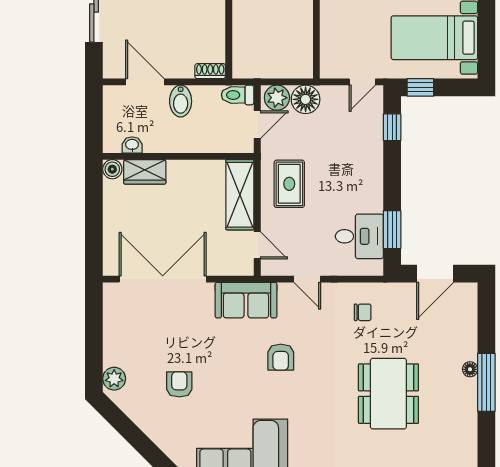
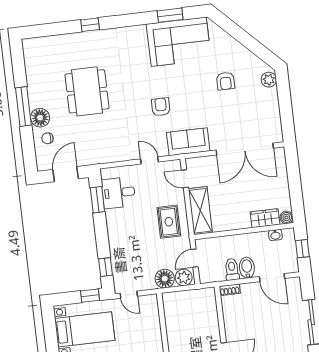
door: (362, 82) -> (129, 295), swing flipped
toilet: (238, 95) -> (232, 269), moved, turned -90
window: (94, 120) -> (302, 249), added
chair: (363, 312) -> (47, 138), moved
floor lamp: (470, 369) -> (40, 118), width x1.89, depth x1.89

